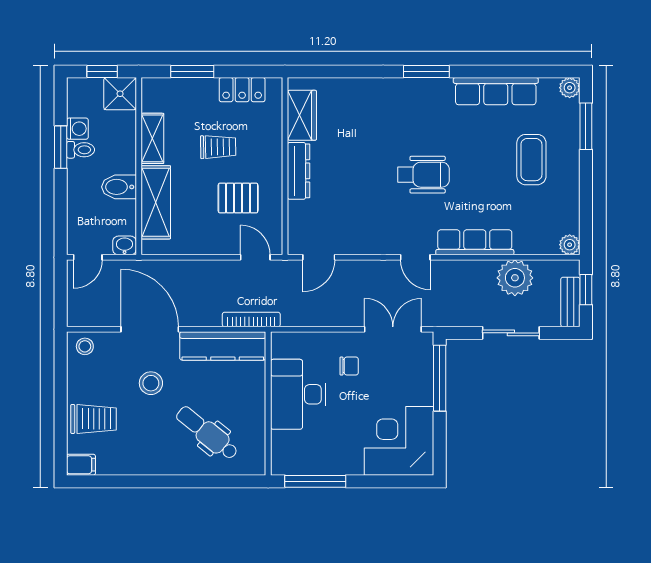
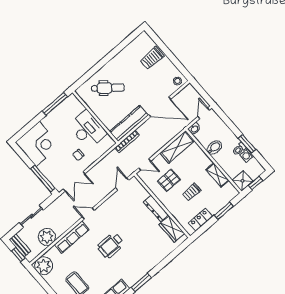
shelving: (156, 202) -> (177, 147), moved, turned 90
plant: (570, 245) -> (44, 266), width x1.88, depth x1.88
stool: (151, 383) -> (143, 88), removed
filing cabinet: (81, 465) -> (142, 38), removed

